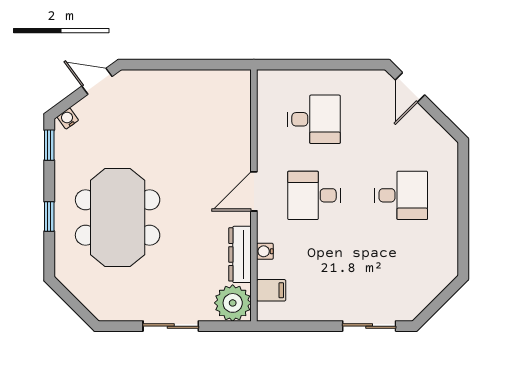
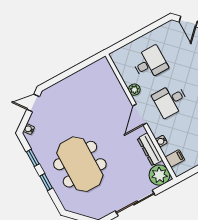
window: (49, 145) -> (33, 158), moved
plant: (267, 148) -> (134, 90), added
sliding door: (171, 326) -> (135, 203), width x1.37

